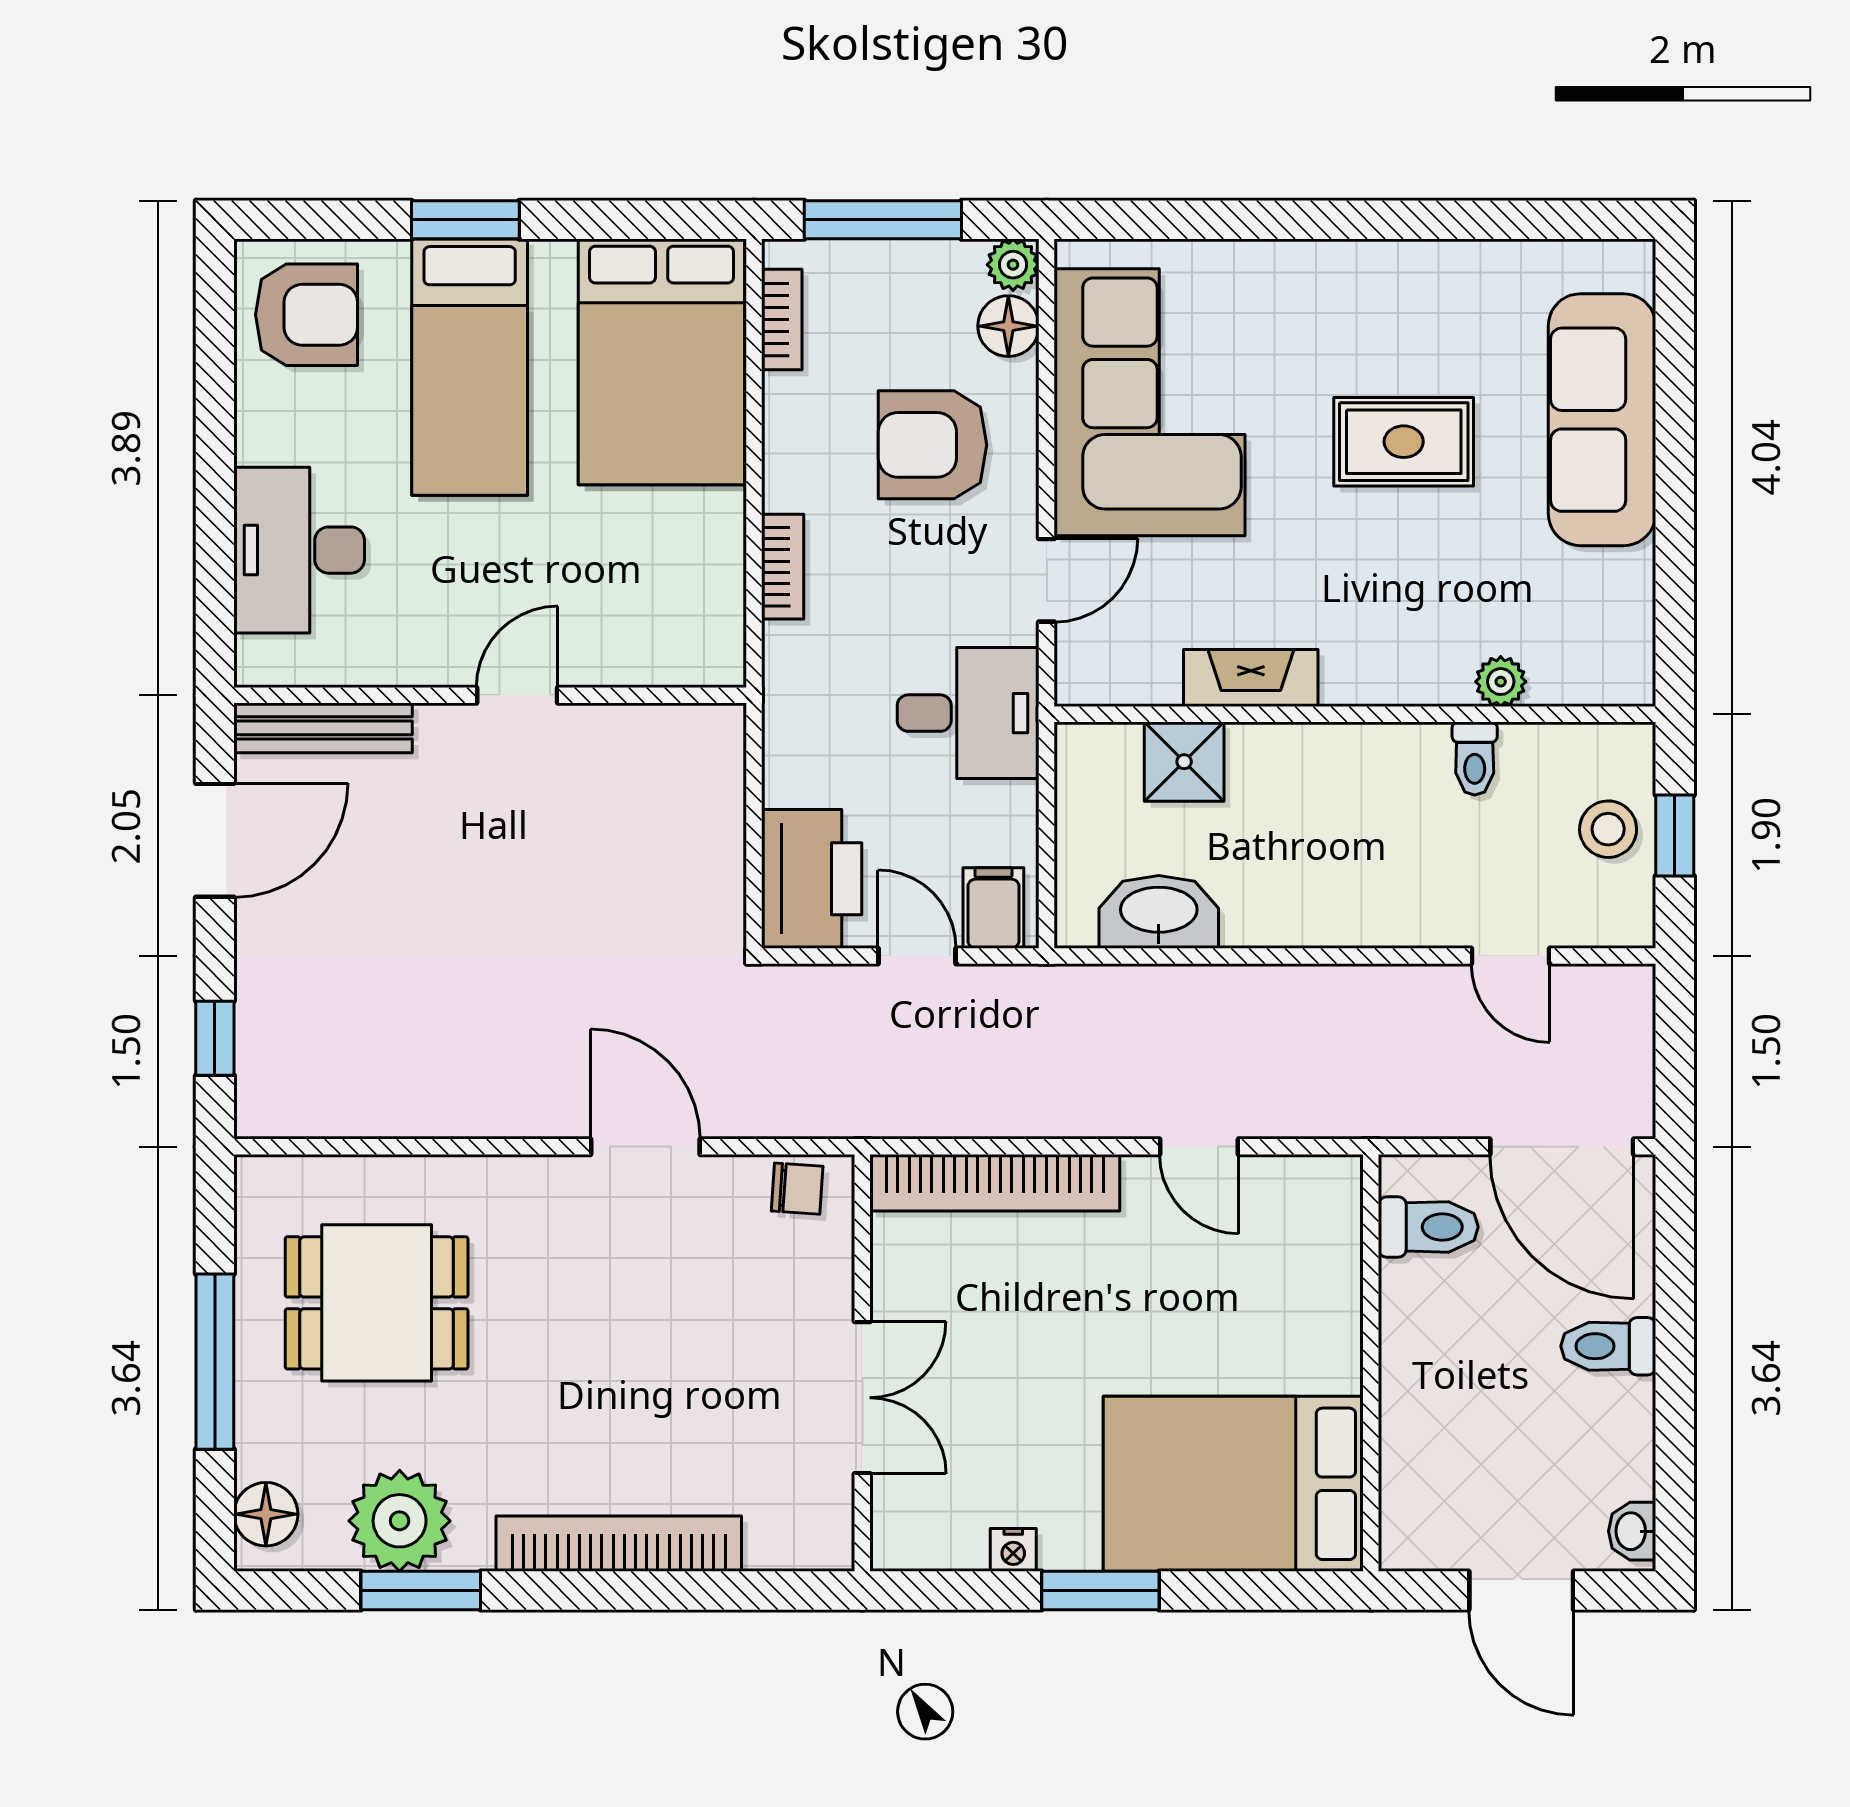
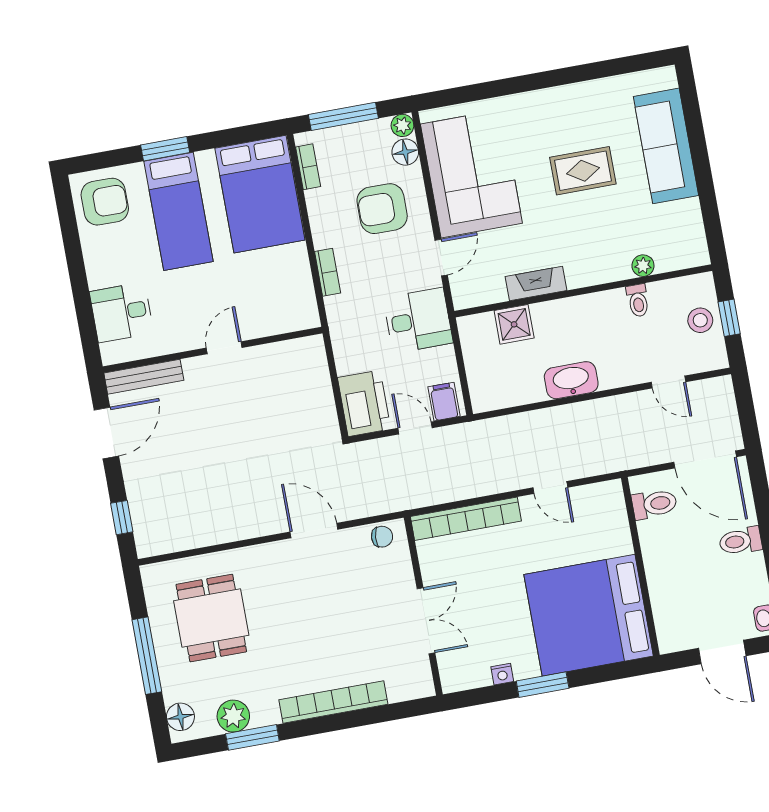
desk: (299, 550) -> (122, 312), width x0.73
washbasin: (1159, 912) -> (571, 380), moved
dining table: (377, 1303) -> (211, 618), turned 90
bed: (1233, 1484) -> (589, 615), width x1.36
plant: (400, 1521) -> (233, 716), width x0.73, depth x0.73

